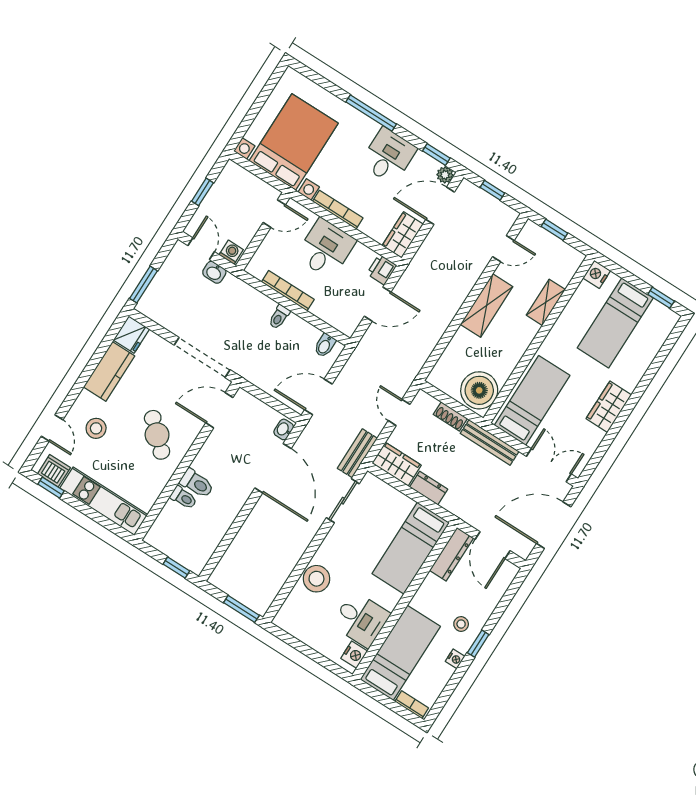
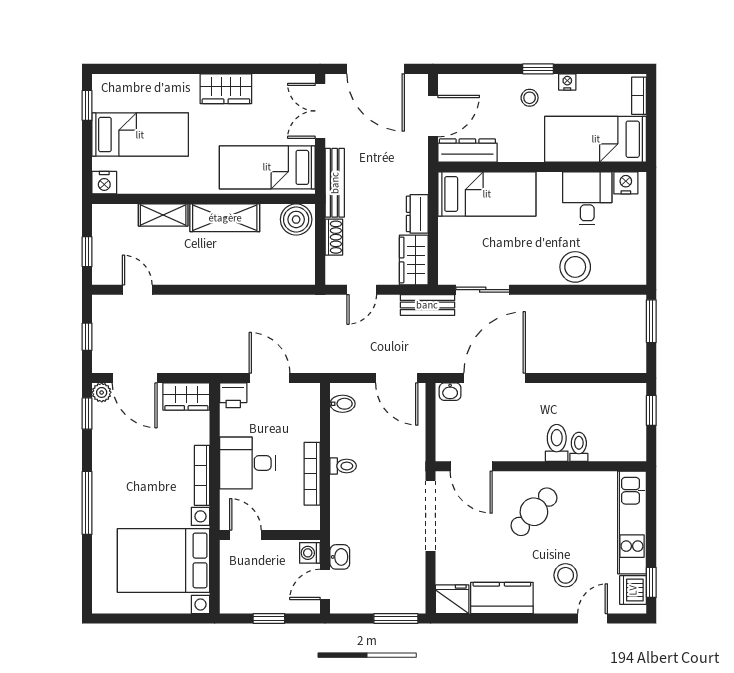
desk: (388, 156) -> (118, 459), removed
shelving: (487, 306) -> (225, 218), moved
boiler: (479, 390) -> (296, 219), width x0.73, depth x0.73

